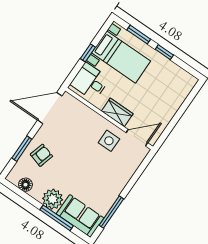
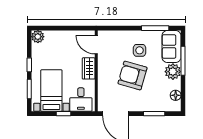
plant: (188, 82) -> (38, 37), added
side table: (109, 141) -> (140, 50), moved
armchair: (41, 155) -> (132, 76), moved, width x1.88, depth x1.88

